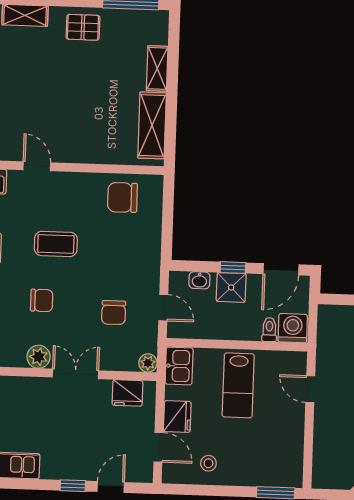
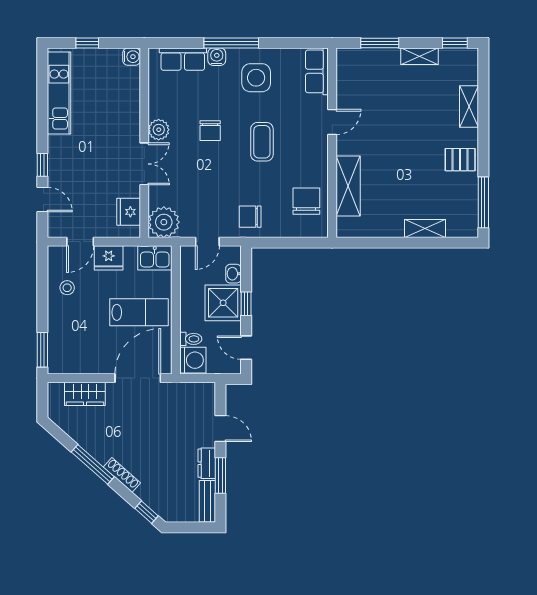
pallet: (83, 27) -> (460, 160), turned 90
shelving: (152, 125) -> (348, 186), moved, turned 90
door: (281, 269) -> (246, 348), width x0.73
shower: (231, 287) -> (223, 303), width x1.36, depth x1.36
chair: (114, 313) -> (250, 217), moved
plant: (148, 363) -> (164, 222), width x1.87, depth x1.87
lab bench: (238, 385) -> (139, 312), turned 180
door: (310, 389) -> (138, 378), width x1.87
wardrobe: (325, 448) -> (85, 394), added

